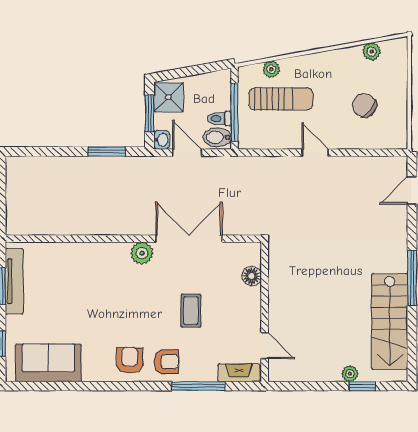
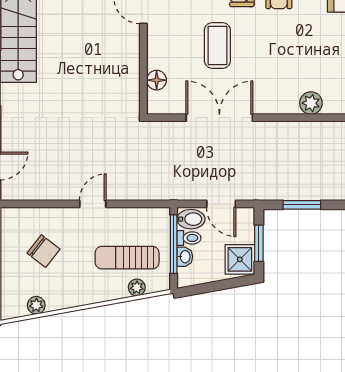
washbasin: (162, 140) -> (185, 257), moved, turned 180
door: (315, 153) -> (93, 204), swing flipped
double door: (189, 239) -> (219, 118), swing flipped
plant: (142, 253) -> (311, 103), moved
coffee table: (191, 311) -> (217, 45), width x1.36, depth x1.30

